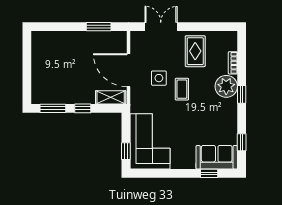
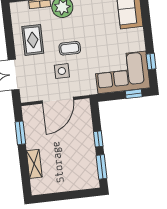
rug: (195, 51) -> (33, 40), turned 90
shelving: (111, 97) -> (34, 164), moved
window: (209, 173) -> (151, 61), moved

